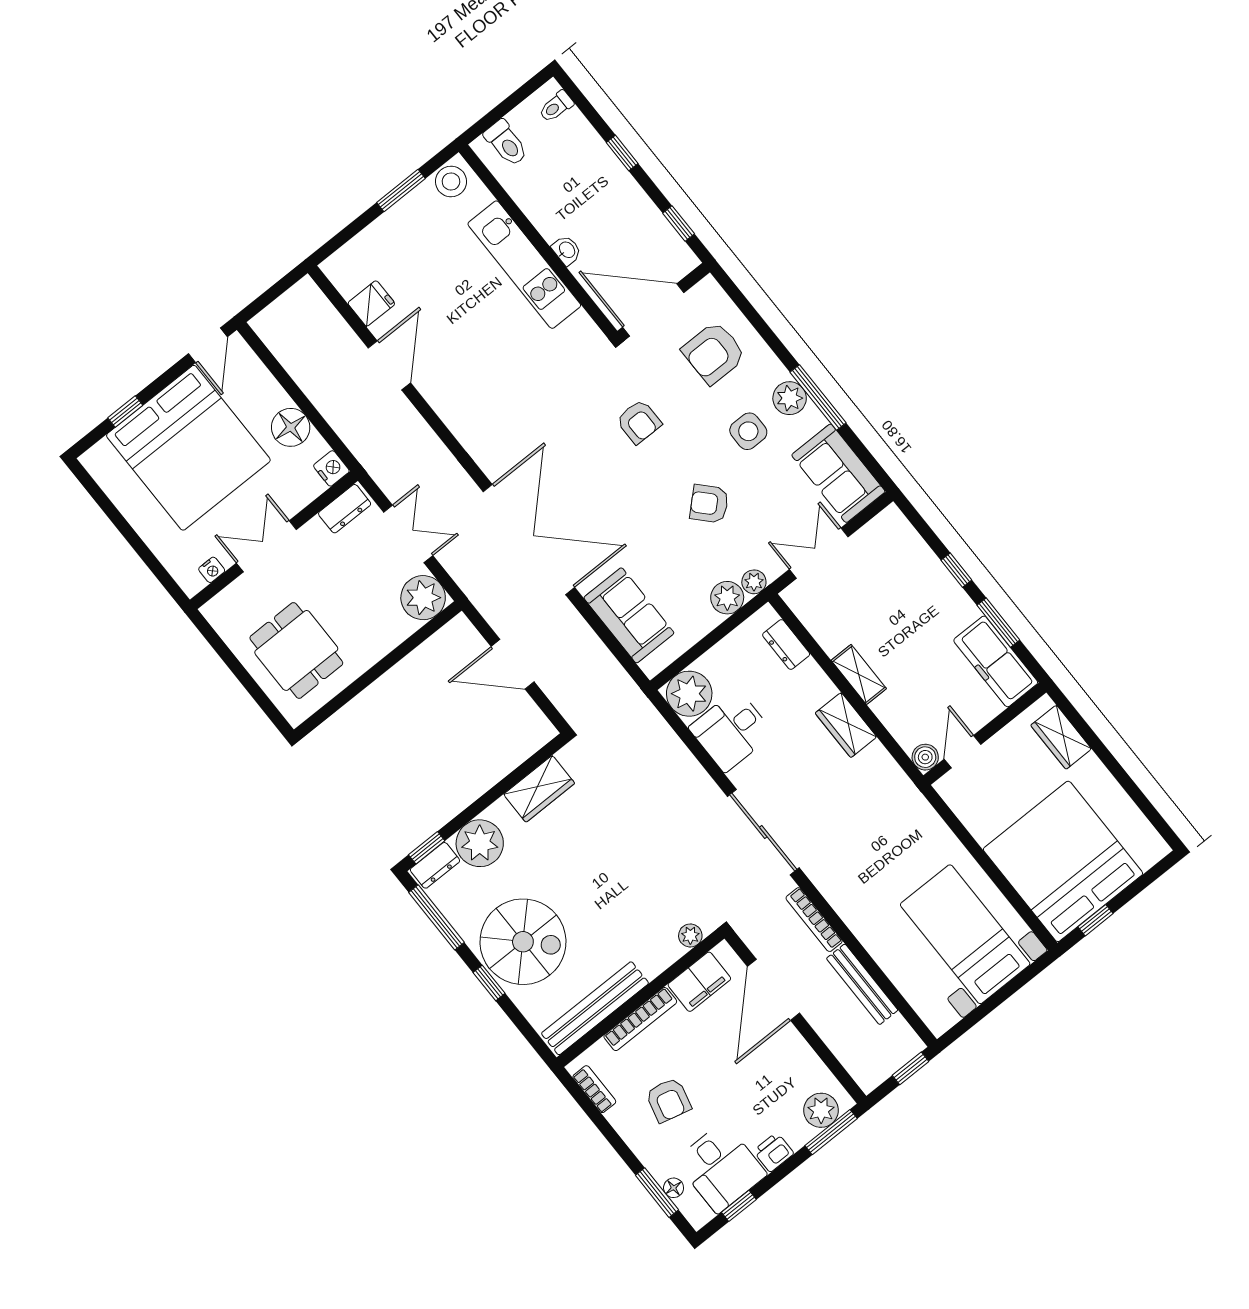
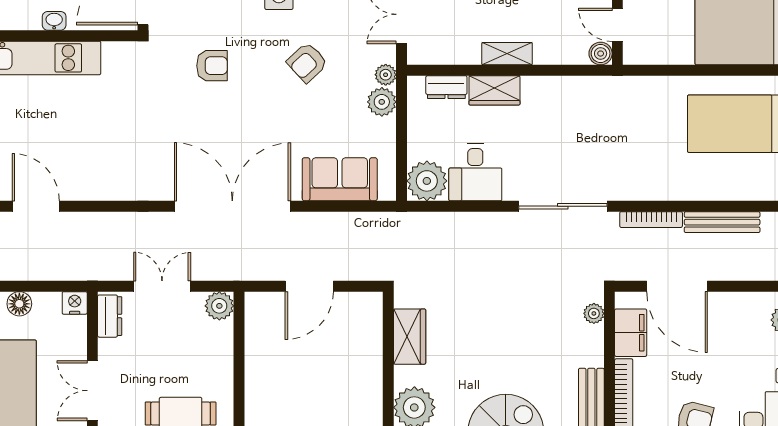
floor lamp: (291, 427) -> (19, 304), width x0.73, depth x0.73
plant: (423, 598) -> (219, 306), width x0.73, depth x0.73
wardrobe: (846, 725) -> (494, 90), moved

